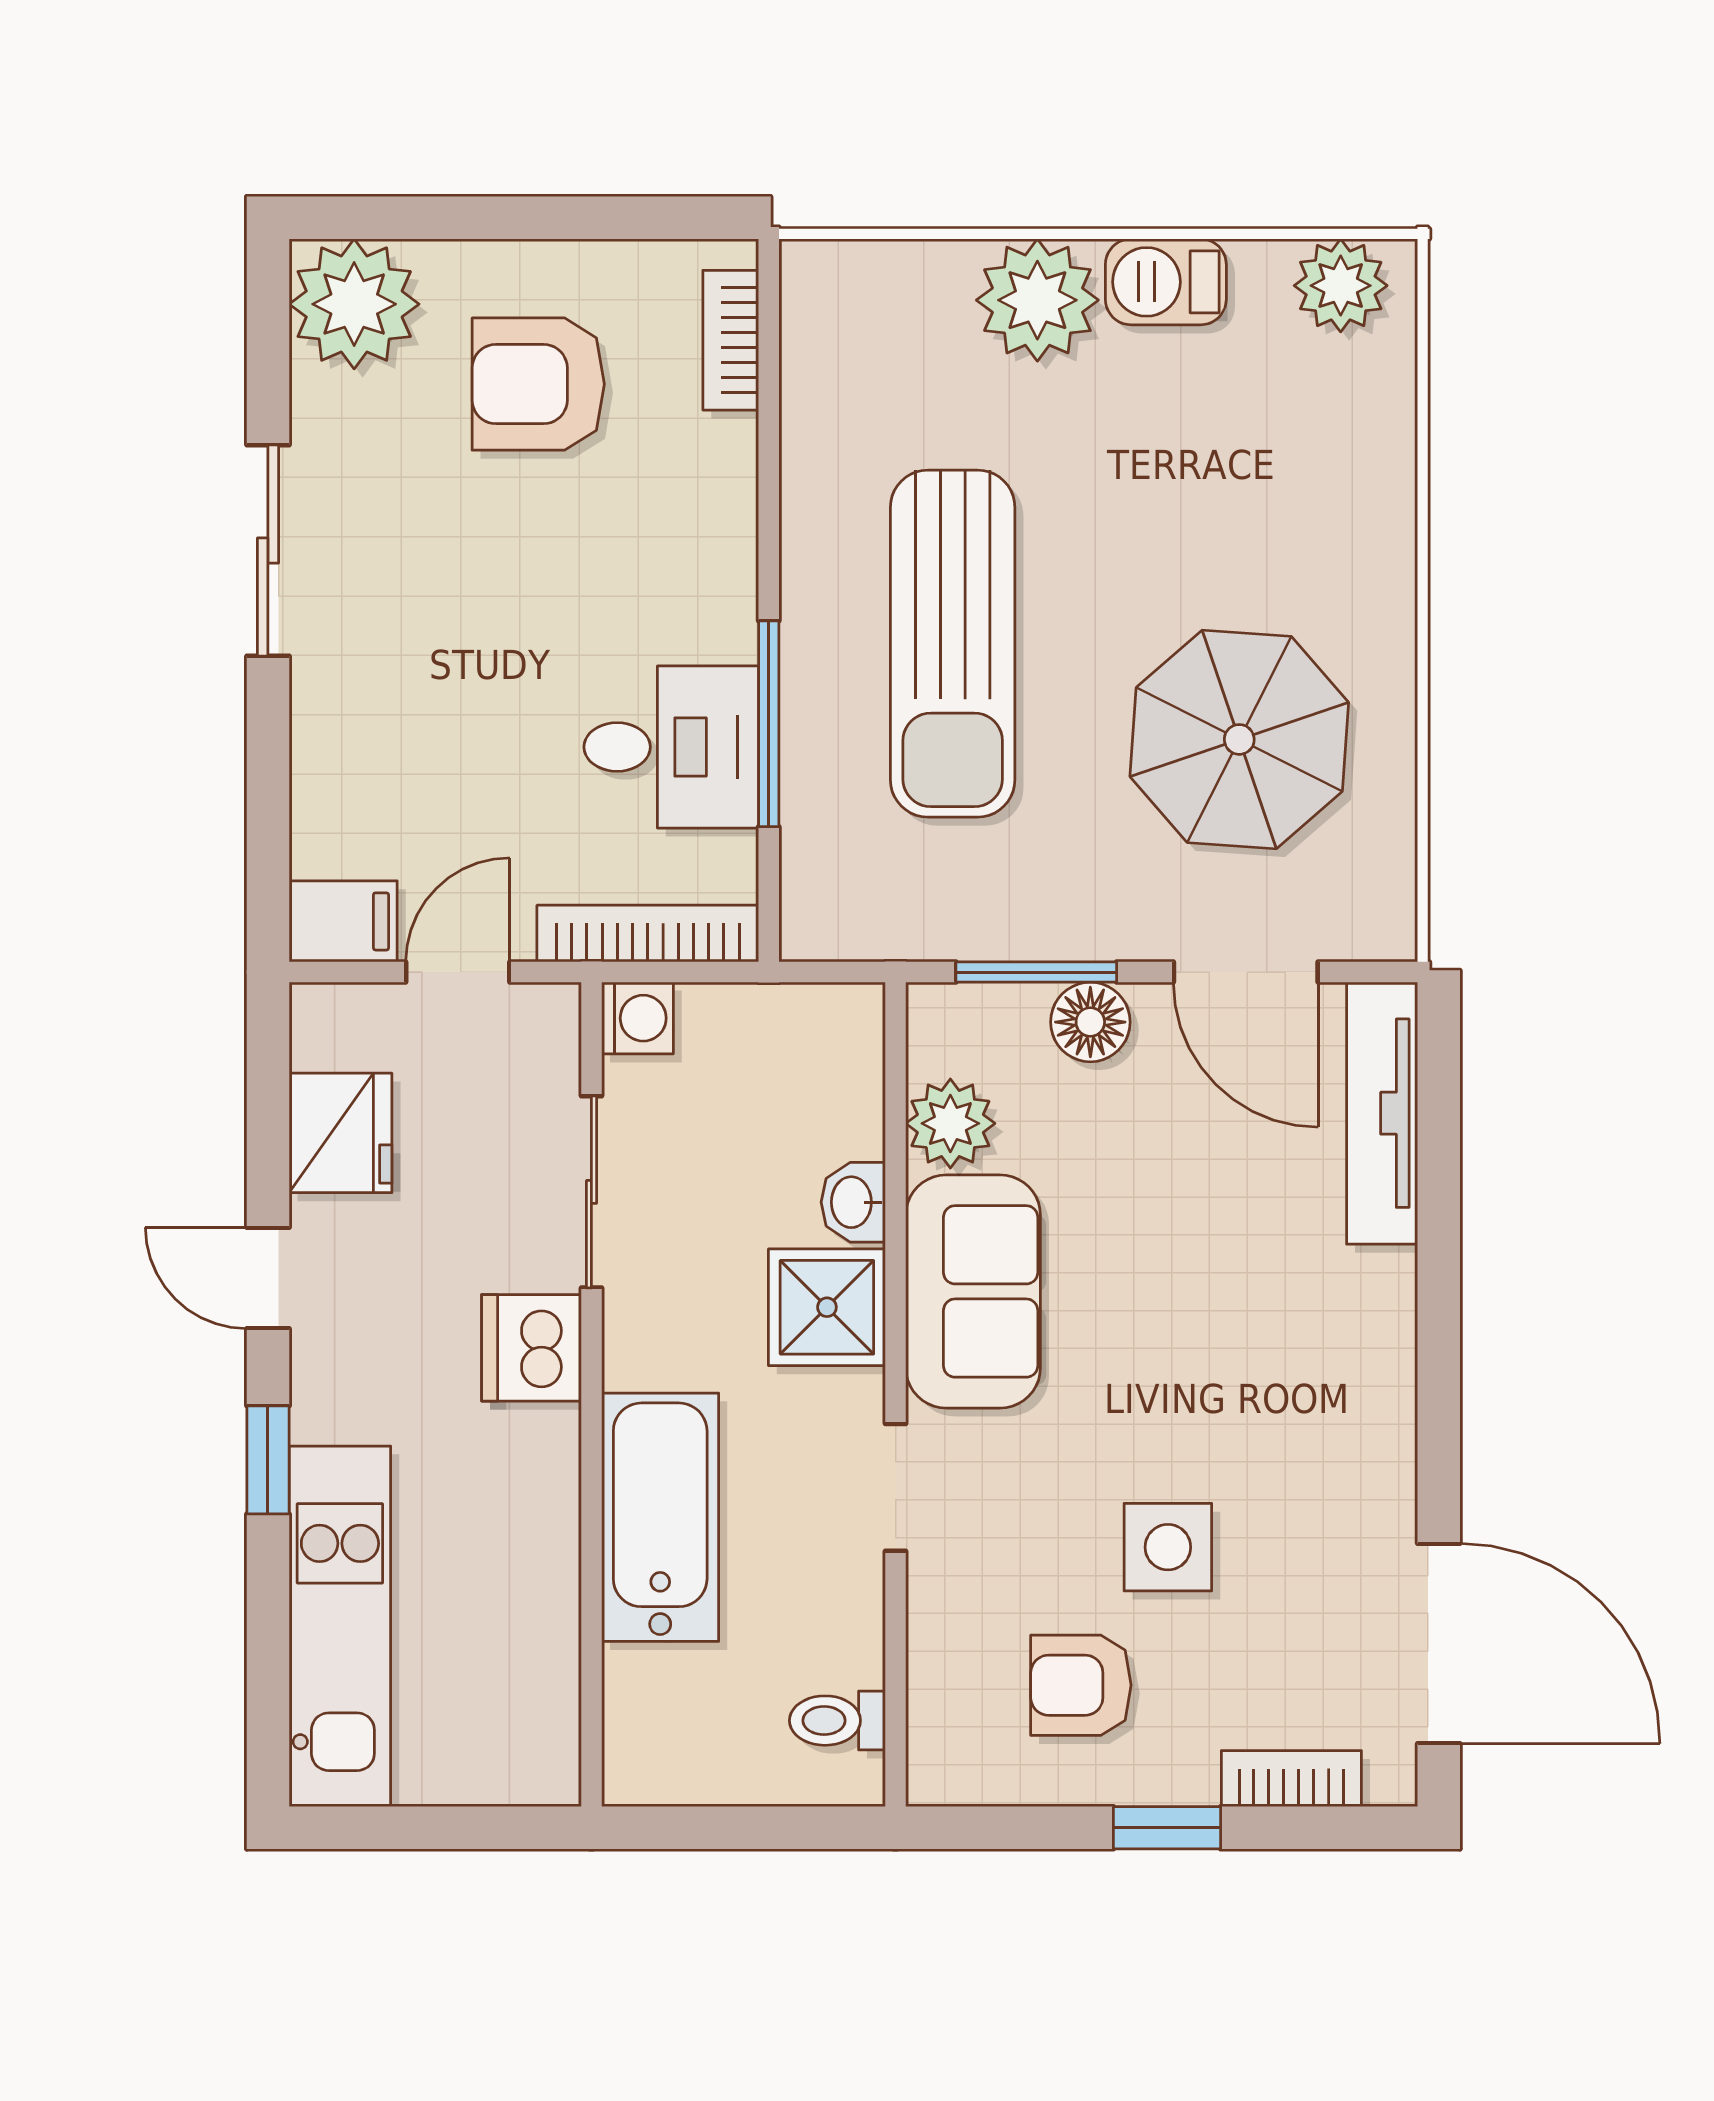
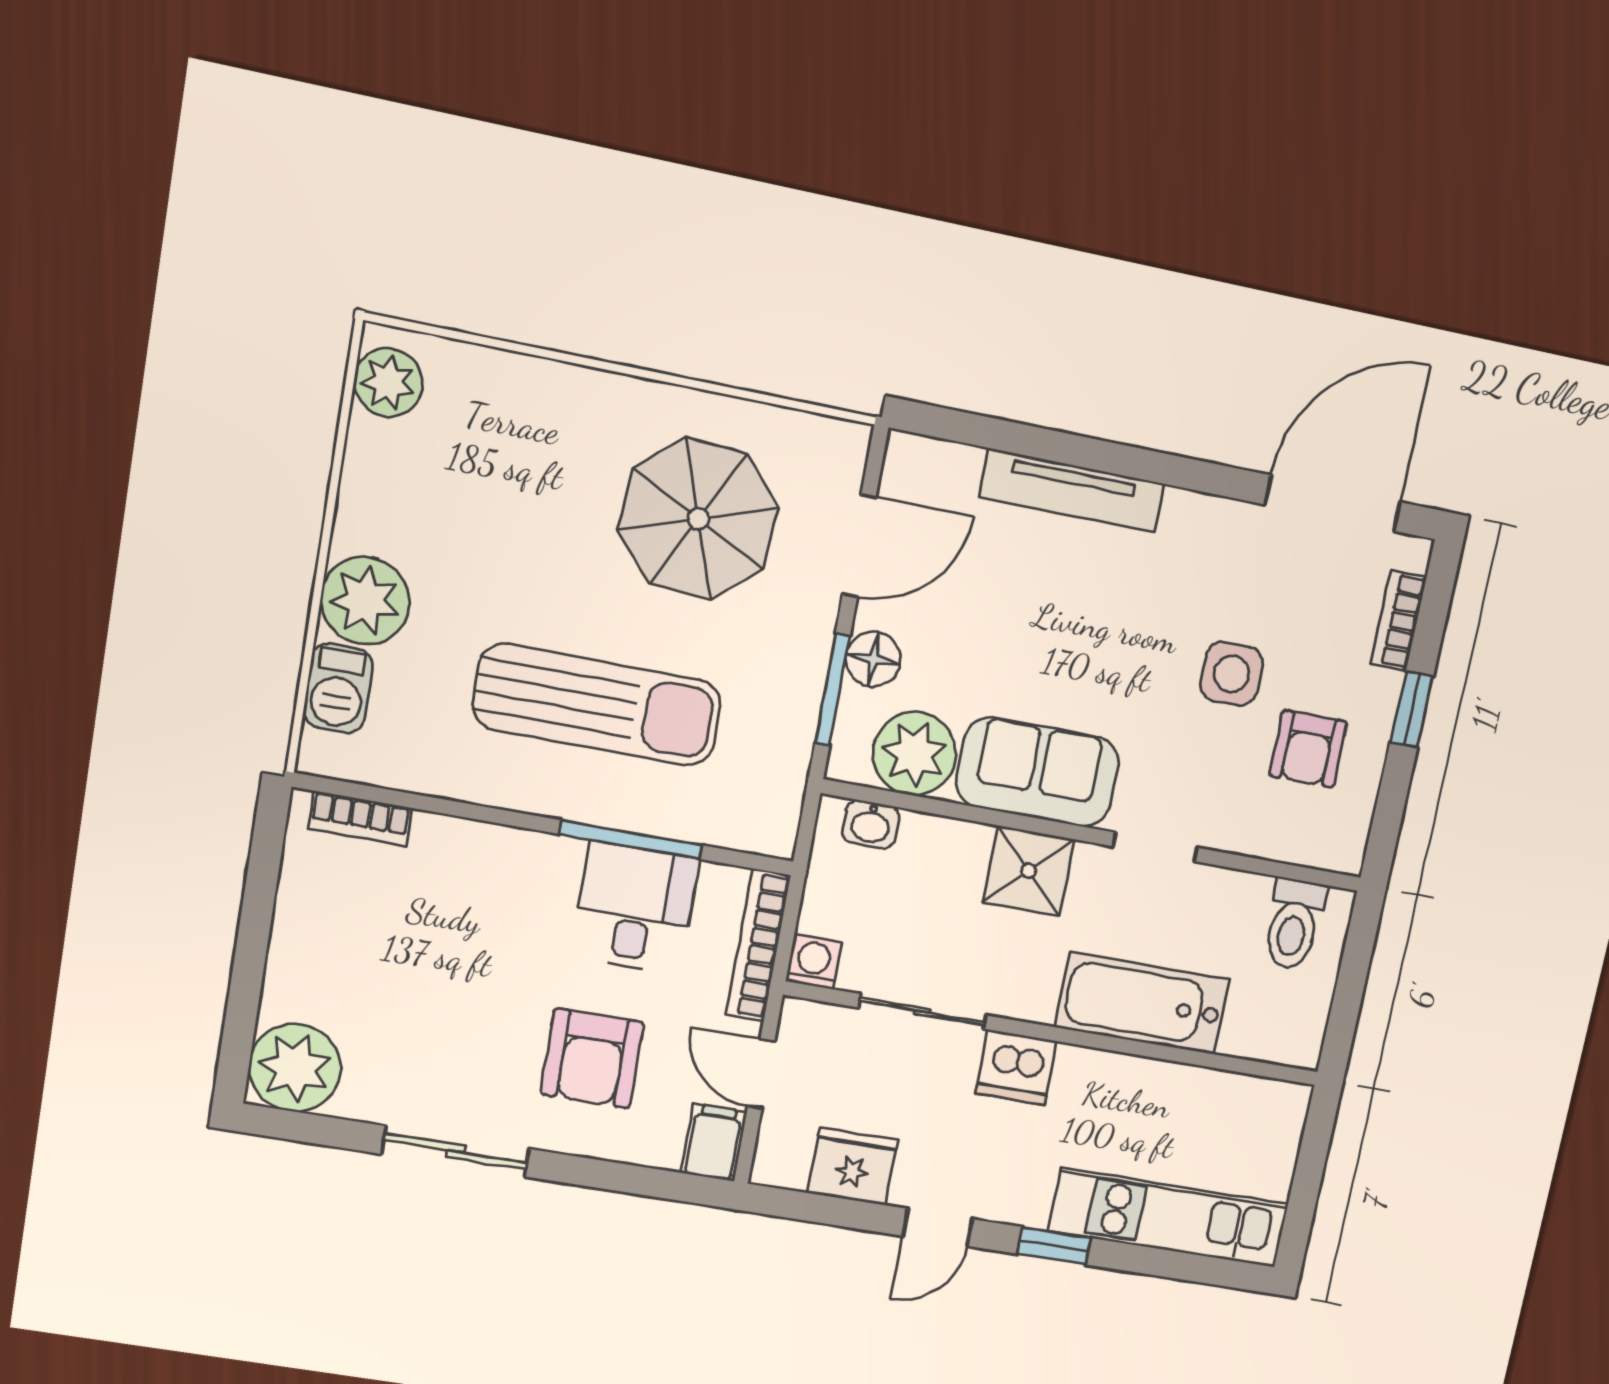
barbecue: (1166, 282) -> (338, 688), moved
armchair: (538, 384) -> (592, 1058), moved
tv unit: (1382, 1113) -> (1072, 490), moved
plant: (950, 1123) -> (914, 754), width x1.36, depth x1.36
washbasin: (853, 1202) -> (871, 824), moved
toilet: (837, 1721) -> (1294, 924), width x1.37, depth x1.39

